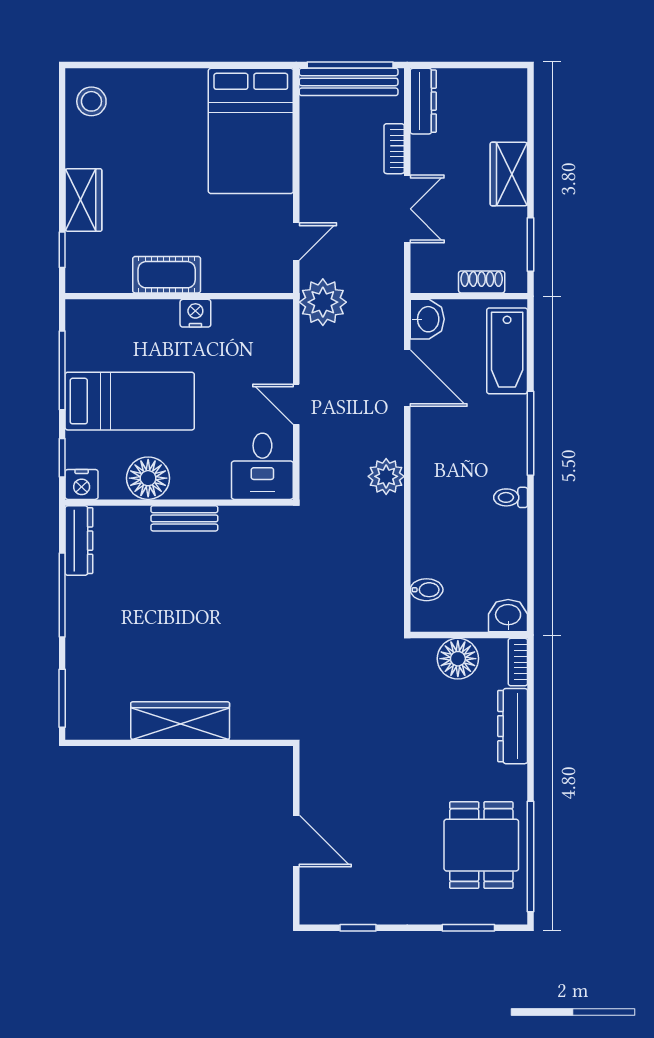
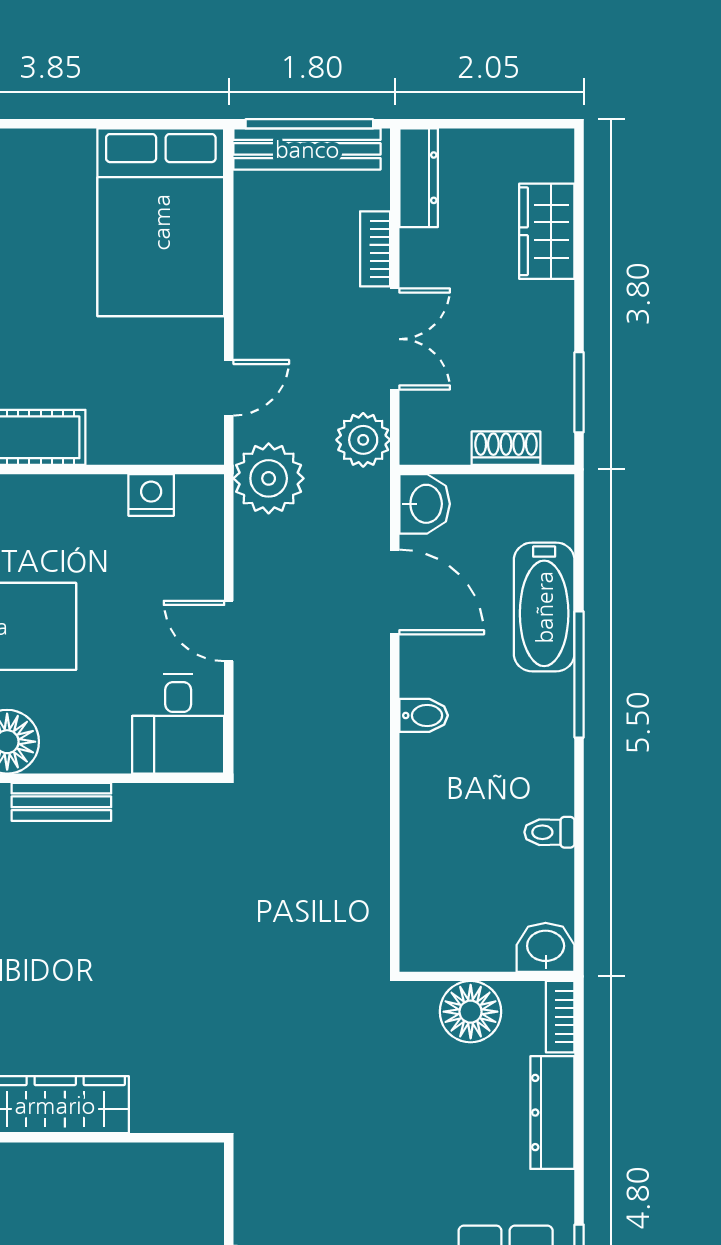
wardrobe: (509, 174) -> (547, 231), moved
nightstand: (195, 313) -> (151, 495), moved
bathtub: (507, 351) -> (544, 607), moved
plant: (386, 476) -> (363, 440), moved
toilet: (511, 497) -> (549, 832), moved
bidet: (427, 590) -> (424, 715), moved

